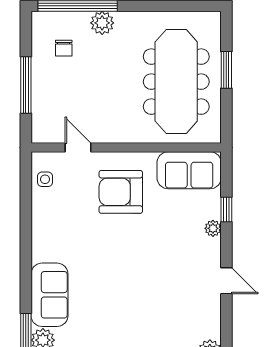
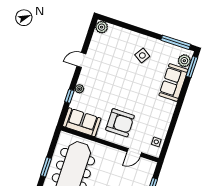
door: (78, 148) -> (134, 152), hinge flipped
door: (226, 281) -> (81, 60), hinge flipped
side table: (121, 325) -> (142, 55), added

